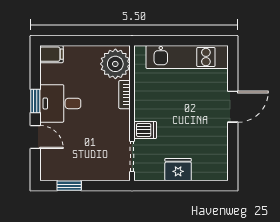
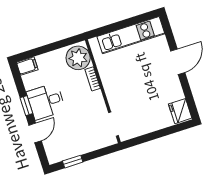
dishwasher: (145, 130) -> (117, 101), removed
door: (35, 137) -> (35, 133), hinge flipped
fridge: (178, 170) -> (180, 111), moved, turned -90

